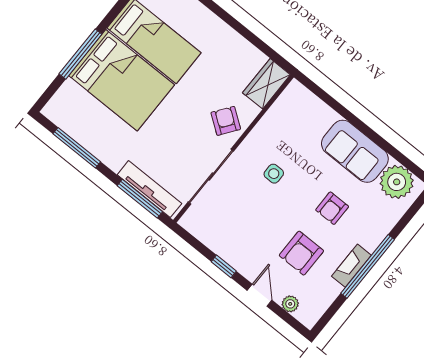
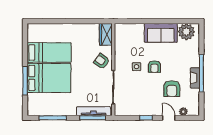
armchair: (332, 208) -> (154, 67), moved

